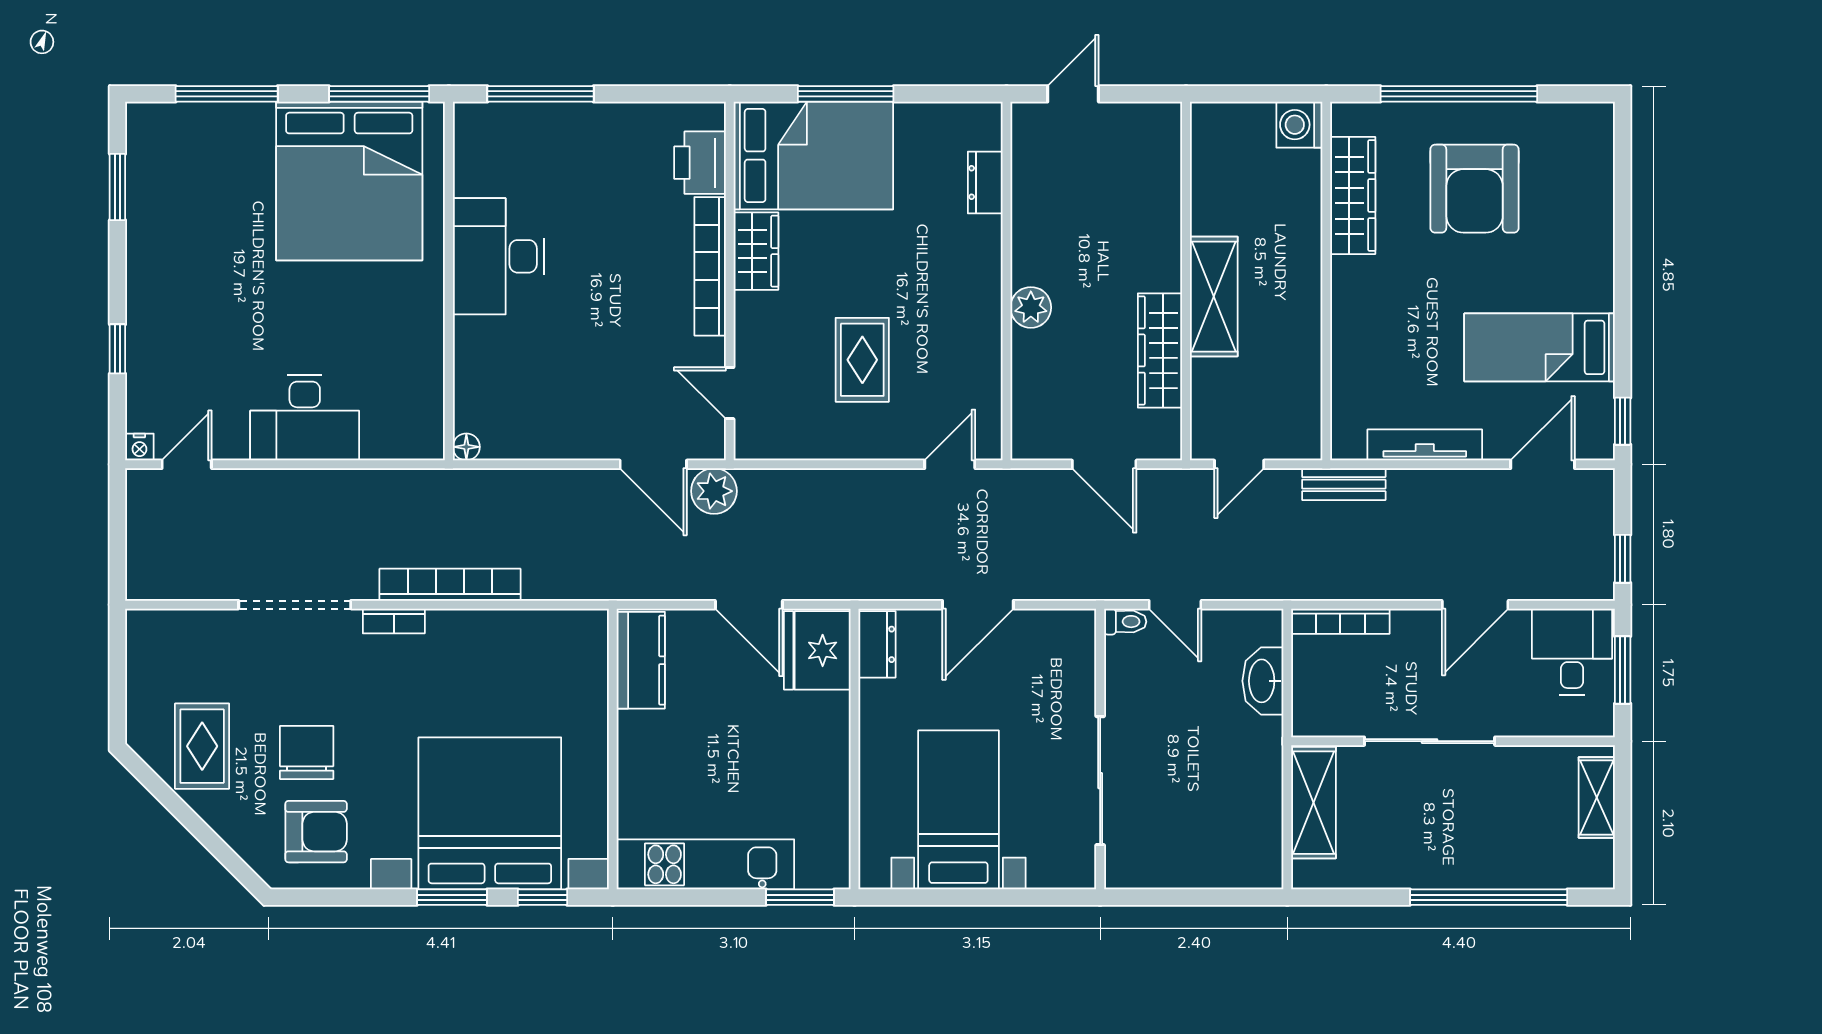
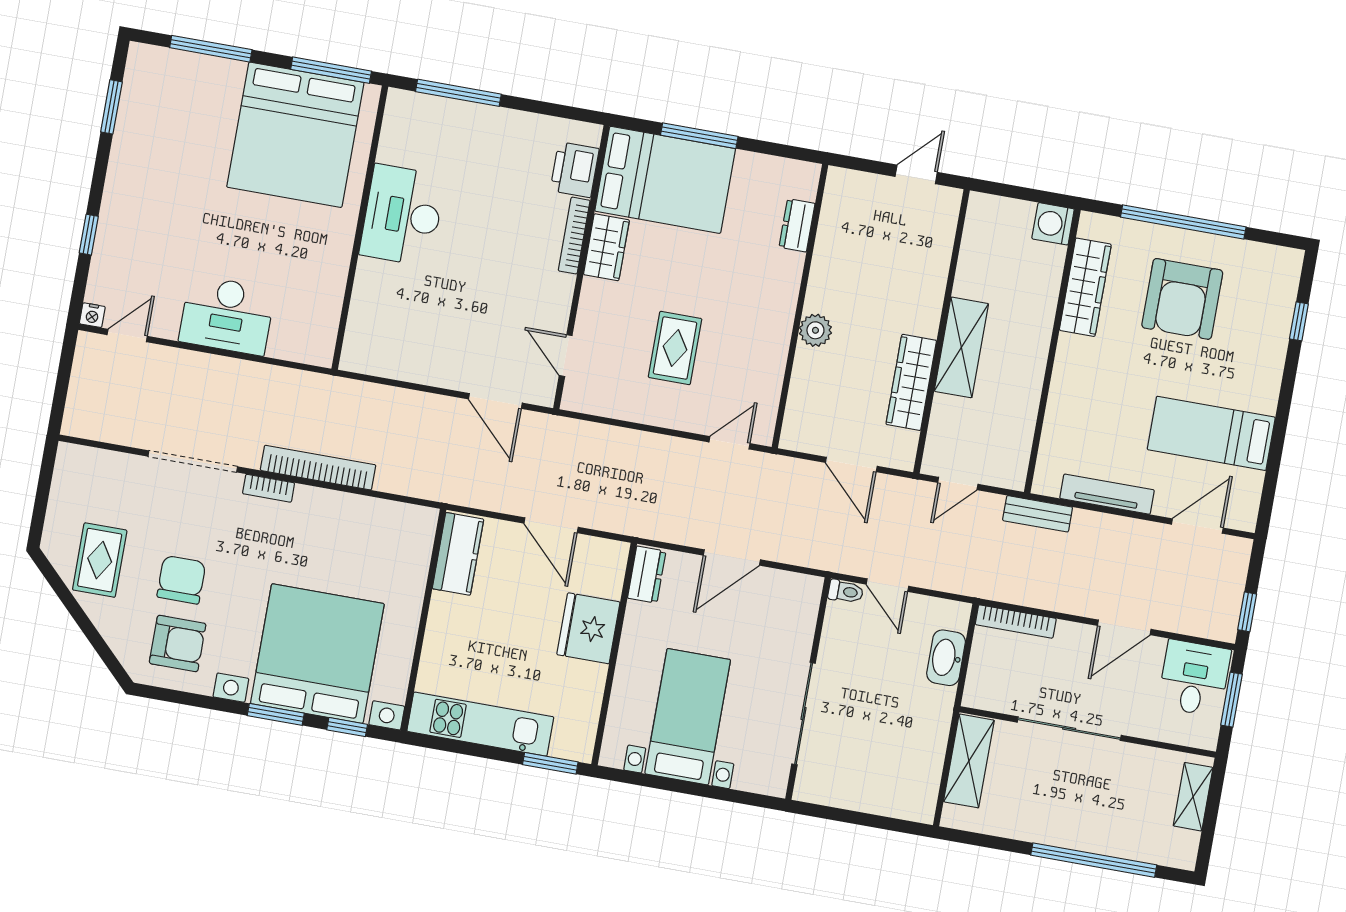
door: (1073, 94) -> (916, 174), moved
bookcase: (710, 266) -> (574, 236), width x0.68, depth x0.76
window: (1623, 421) -> (1299, 321), moved
floor lamp: (466, 447) -> (350, 361), removed
plant: (714, 491) -> (540, 431), removed
fridge: (817, 650) -> (588, 628), moved

